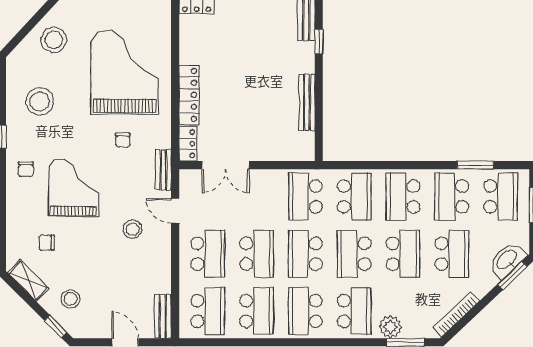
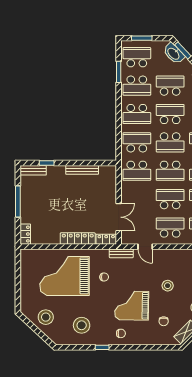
door: (175, 211) -> (145, 247), hinge flipped
stool: (132, 229) -> (168, 286), moved

